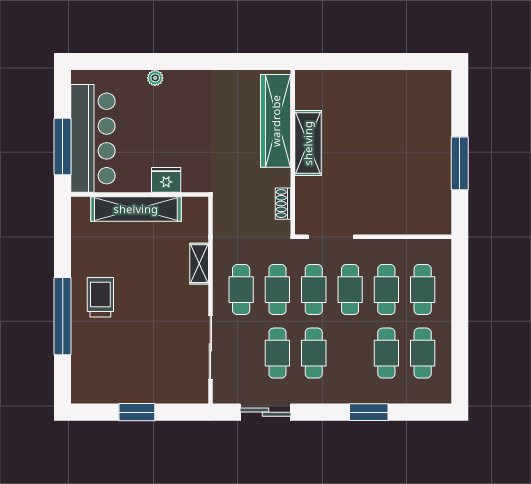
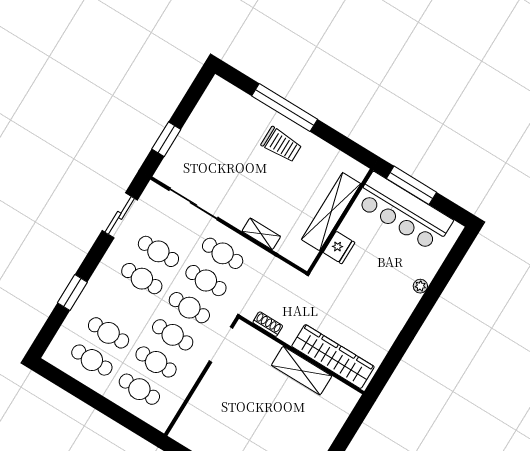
window: (137, 412) -> (166, 139), moved

